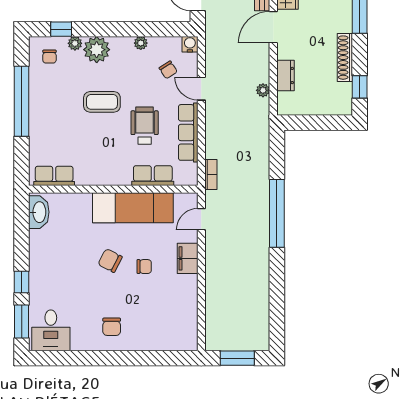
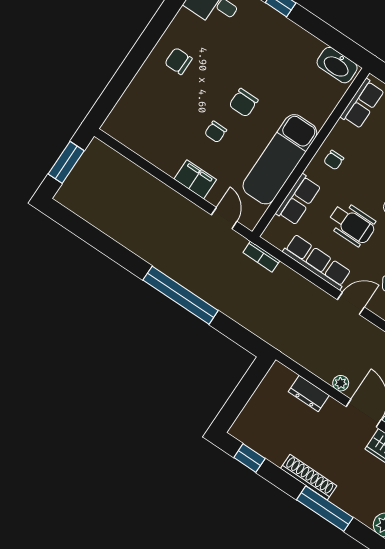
shoe rack: (345, 58) -> (309, 477), moved
plant: (263, 90) -> (341, 383), moved
chair: (108, 169) -> (334, 160), added
chair: (110, 261) -> (244, 103), turned 153

